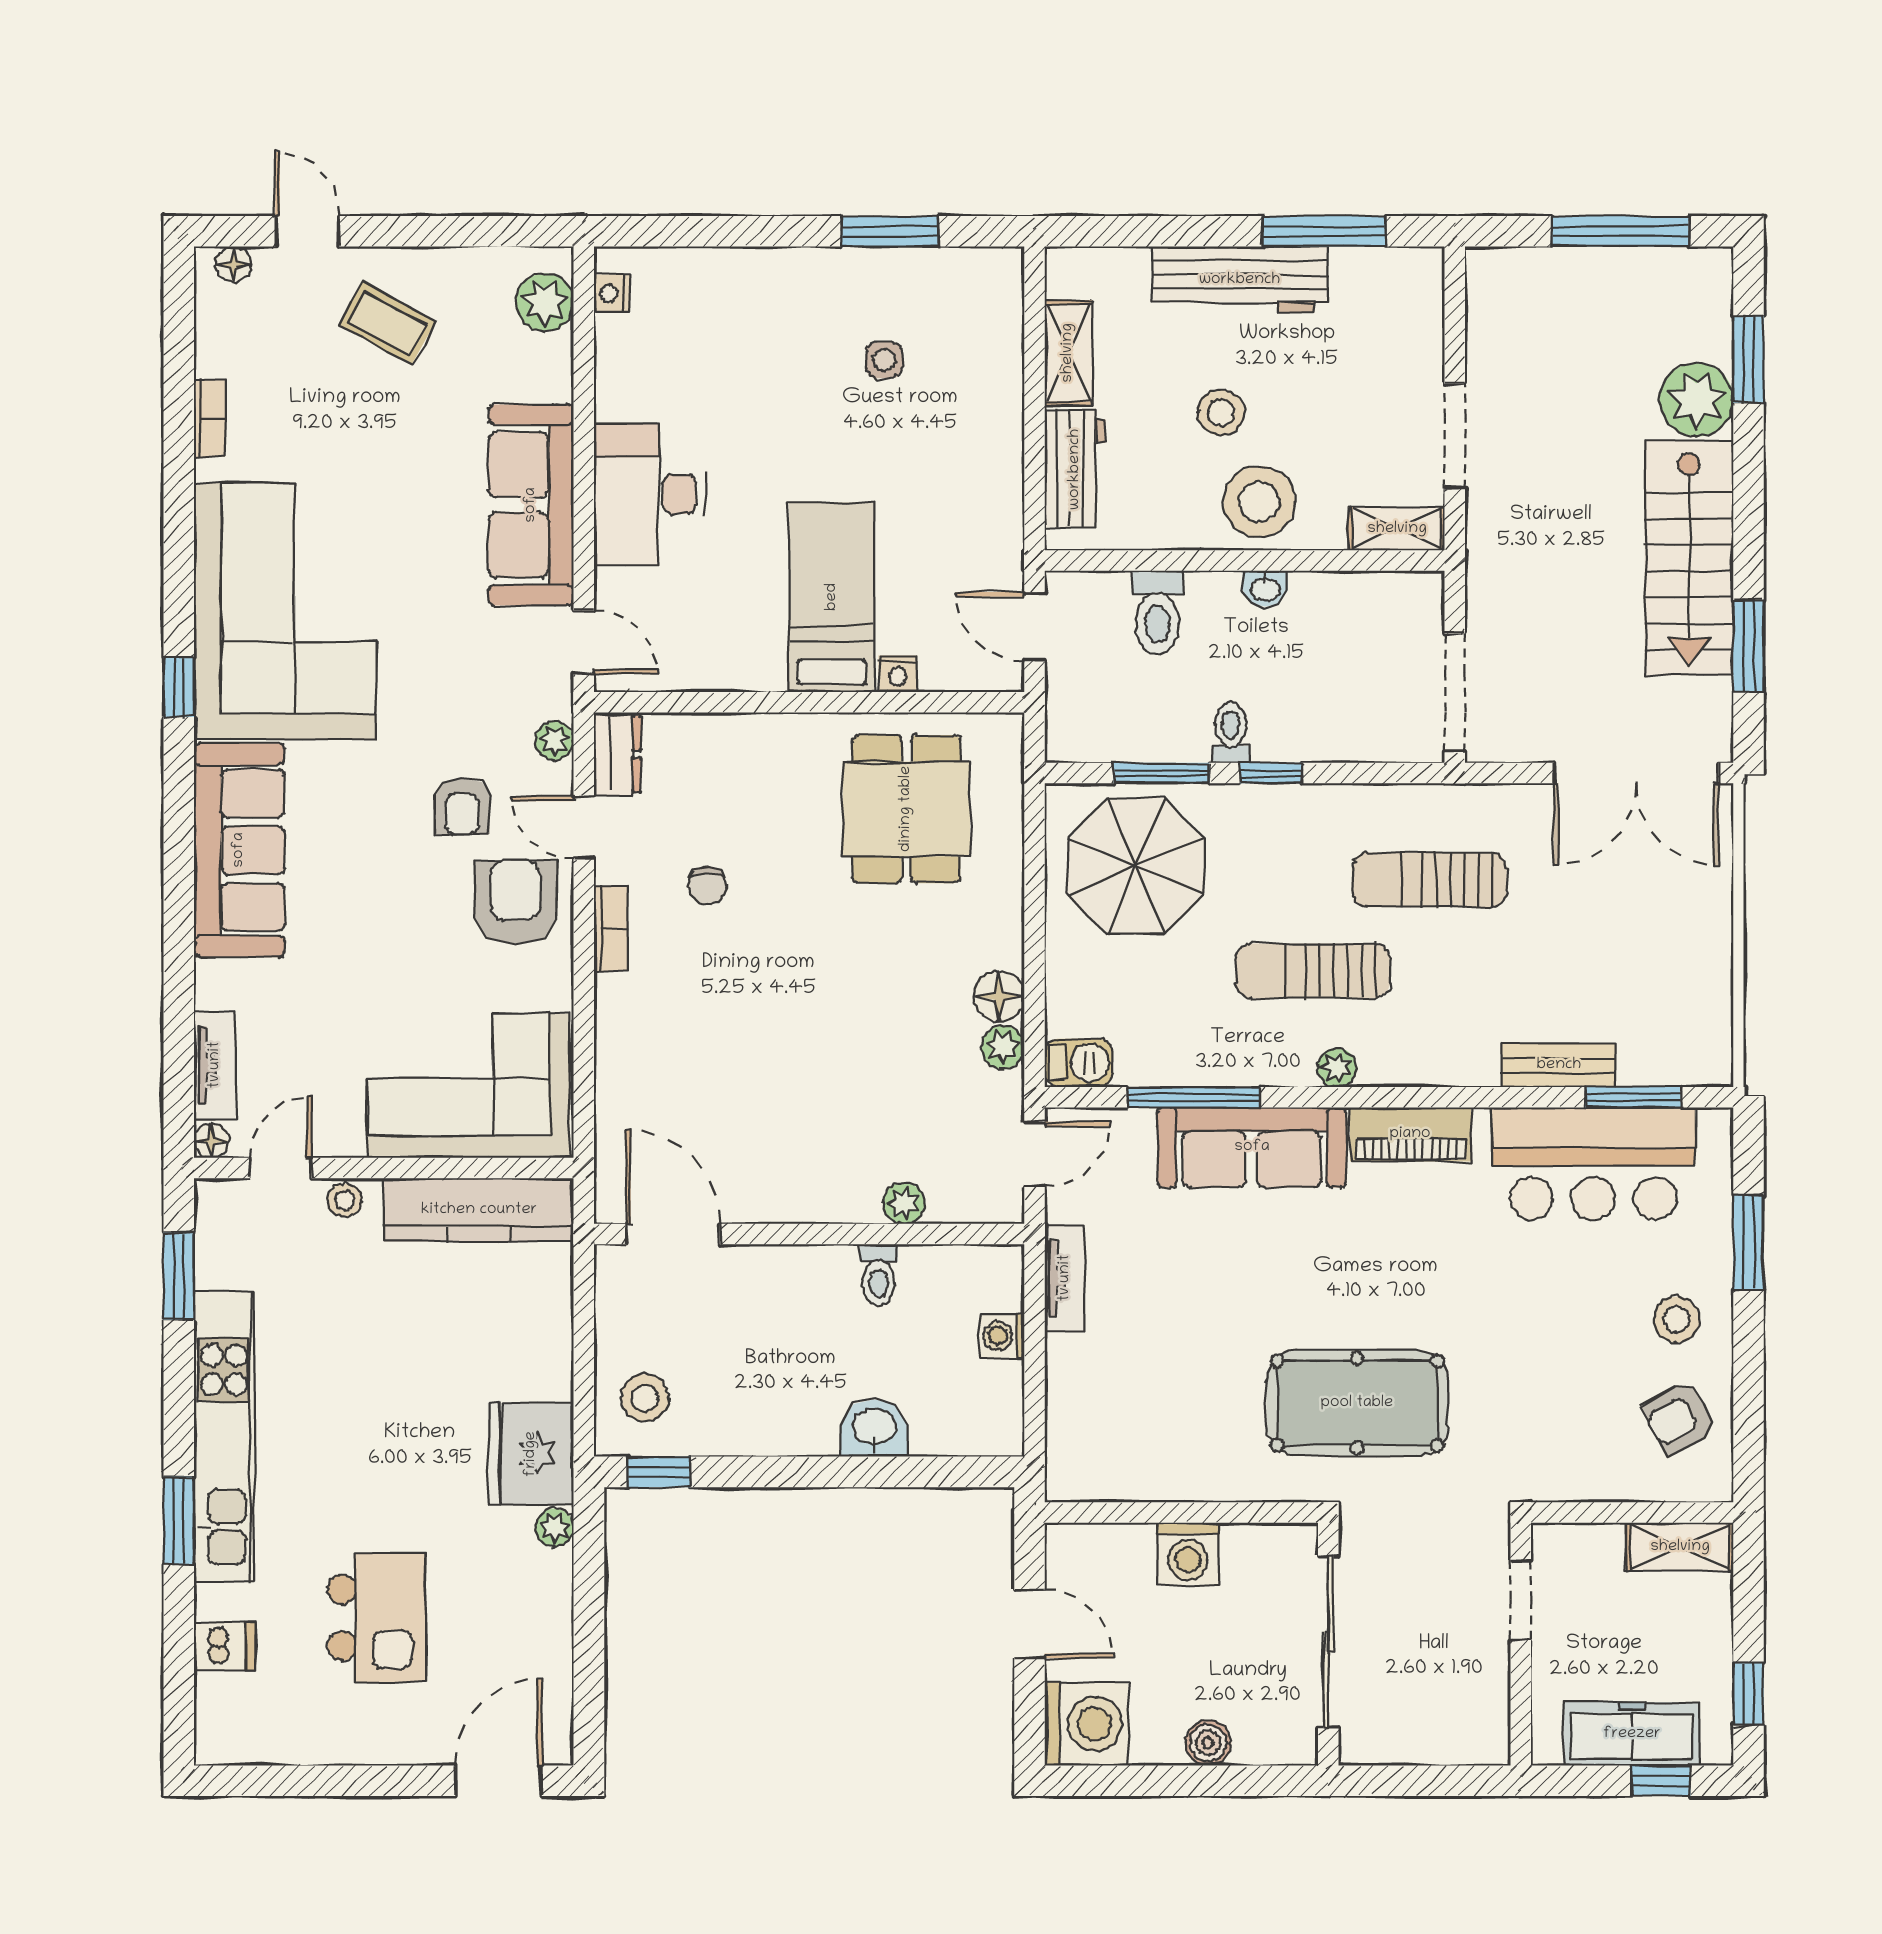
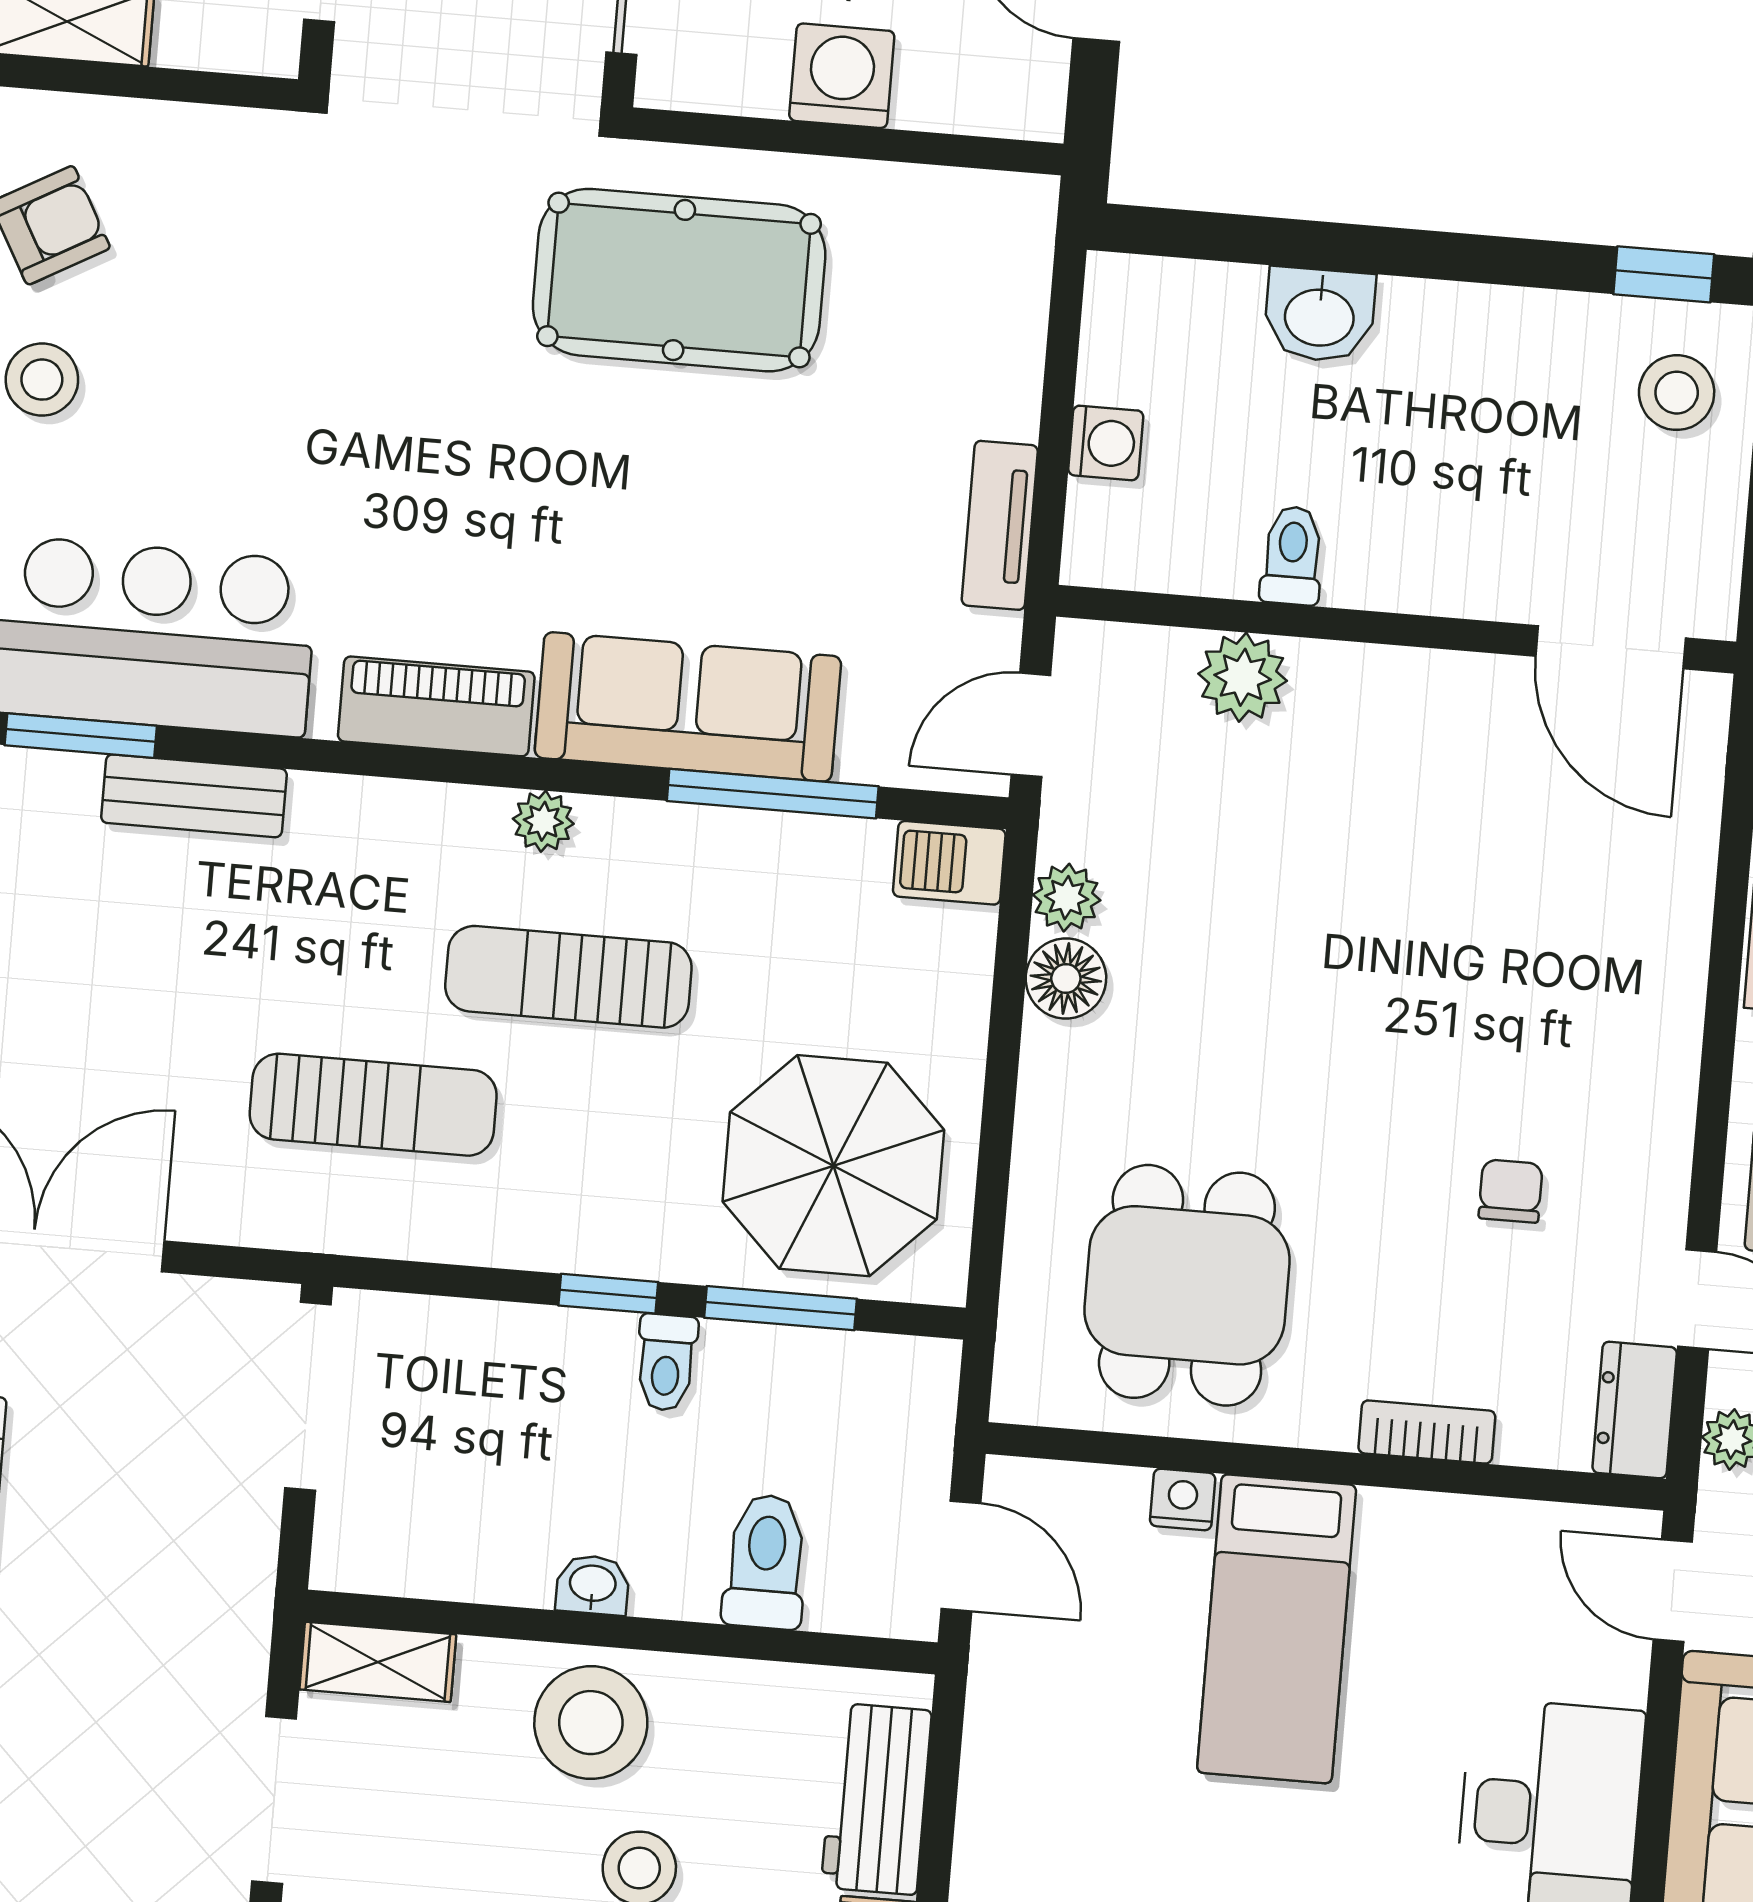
bookcase: (611, 929) -> (1427, 1432), moved, turned 90
sun lounger: (1313, 971) -> (568, 977), turned 180
plant: (903, 1203) -> (1243, 677), width x1.38, depth x1.38
pool table: (1357, 1403) -> (679, 280), moved

